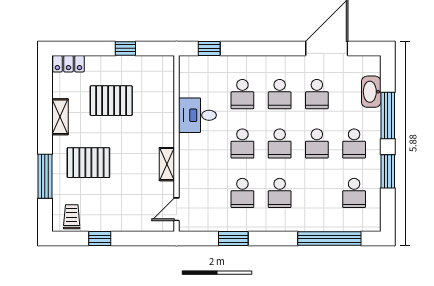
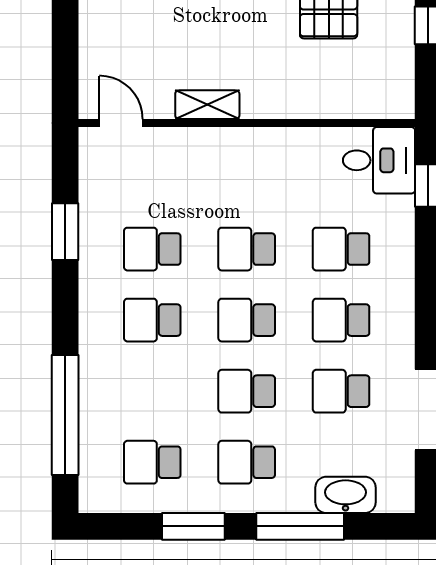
desk: (197, 115) -> (379, 160), moved, turned 90

